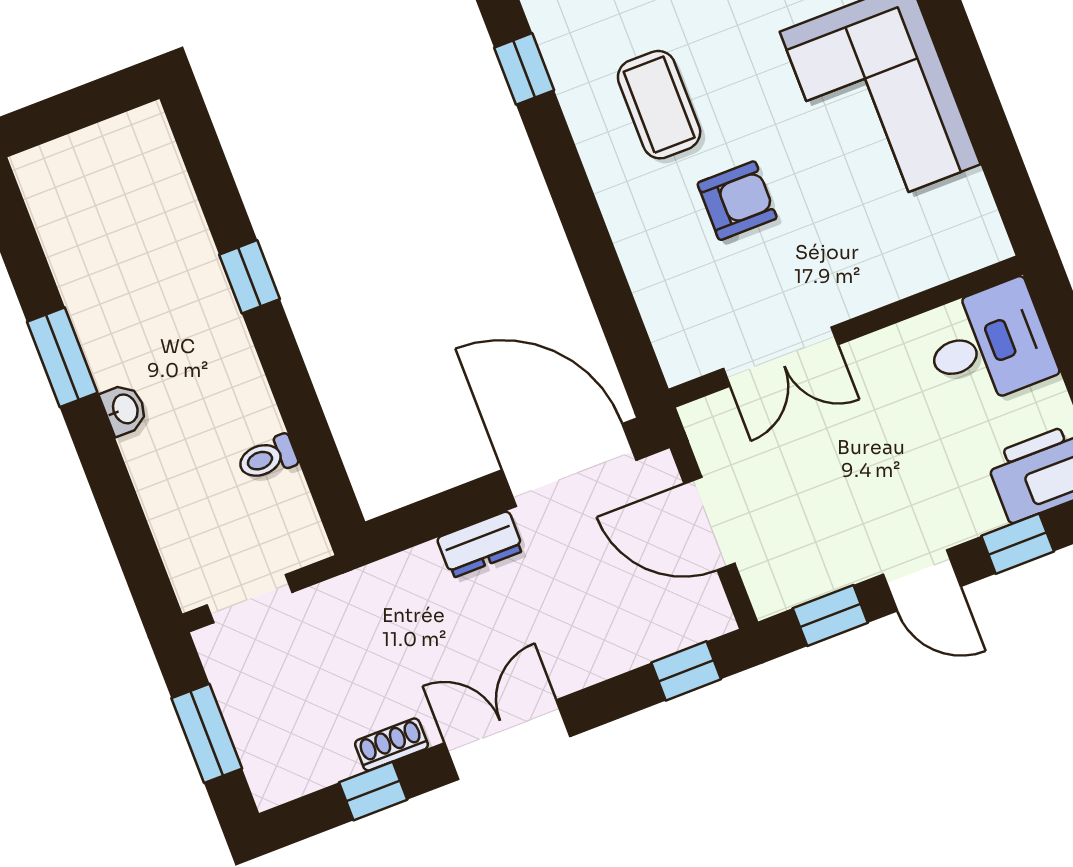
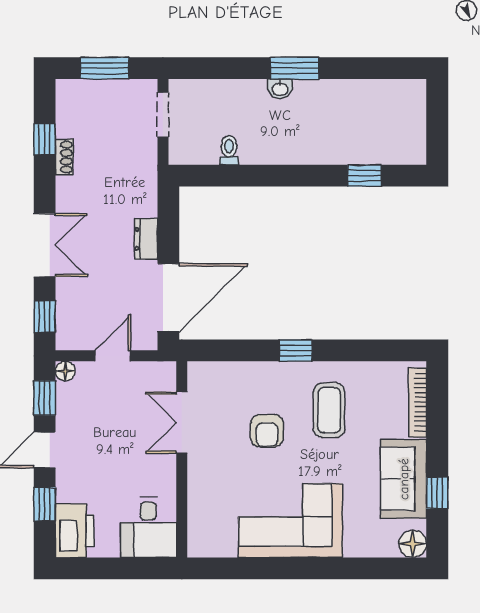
window: (524, 69) -> (296, 350), moved
coffee table: (659, 105) -> (329, 410), turned 90
window: (250, 277) -> (365, 176), moved
window: (62, 357) -> (295, 68), moved
door: (710, 524) -> (113, 356), width x0.73
floor lamp: (769, 598) -> (65, 371), added
double door: (507, 740) -> (45, 245), moved

